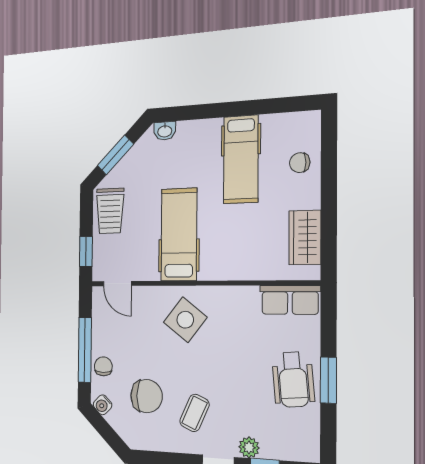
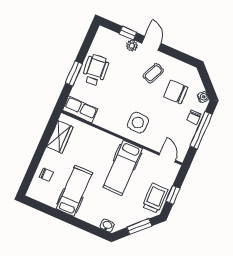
window: (86, 252) -> (173, 195), moved
side table: (185, 320) -> (138, 123), turned -38
window: (328, 380) -> (74, 73), moved

